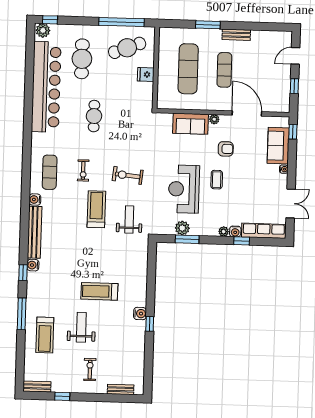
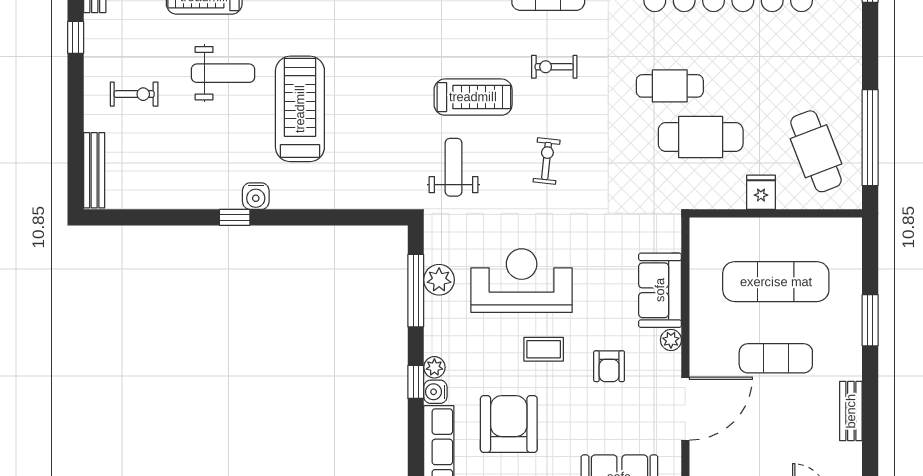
bench: (236, 35) -> (851, 411), moved
cafe table: (82, 59) -> (701, 137), moved
exercise bike: (128, 175) -> (547, 161), width x0.73, depth x0.72
armchair: (252, 197) -> (509, 424), added
weight bench: (129, 220) -> (454, 167), turned -90
window: (187, 239) -> (416, 291), width x1.44
window: (242, 241) -> (416, 382), moved
treadmill: (99, 291) -> (300, 109), width x1.37, depth x1.38
bench: (121, 389) -> (94, 170), width x1.36

